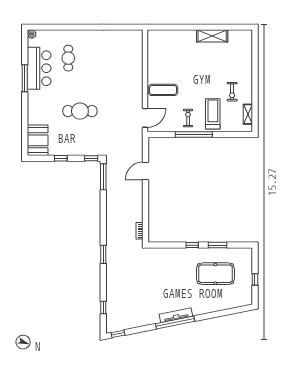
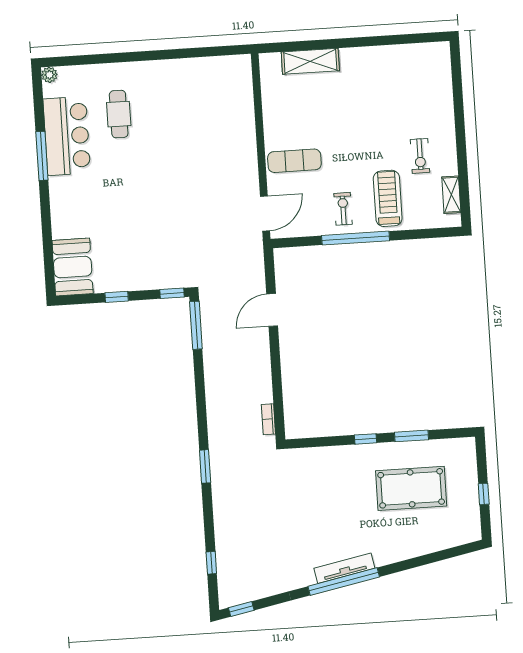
shelving: (212, 36) -> (310, 61), moved
cafe table: (80, 111) -> (146, 209), removed

